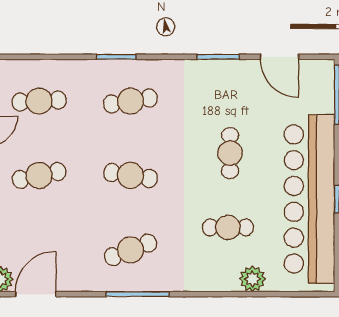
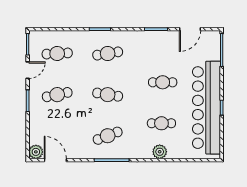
door: (279, 57) -> (190, 29), hinge flipped
cafe table: (230, 153) -> (163, 82), turned 90
plant: (252, 279) -> (160, 152), moved
door: (36, 294) -> (55, 160), hinge flipped

